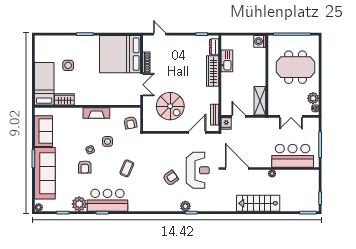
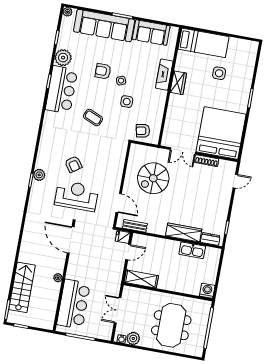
wardrobe: (64, 99) -> (178, 83), moved
fireplace: (96, 113) -> (164, 75), moved
door: (237, 168) -> (71, 240), swing flipped
reception desk: (198, 170) -> (77, 196), turned 180
stairs: (258, 203) -> (22, 287), moved

